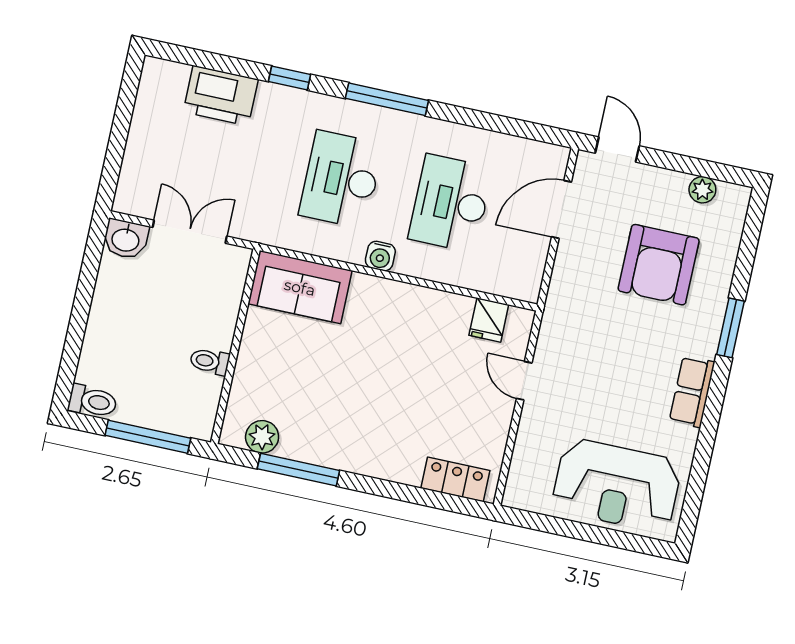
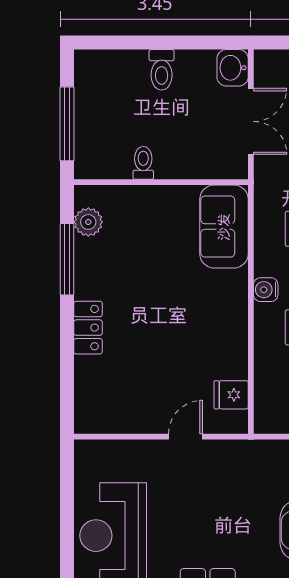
toilet: (93, 401) -> (162, 70), moved
locker: (455, 479) -> (88, 328), moved

